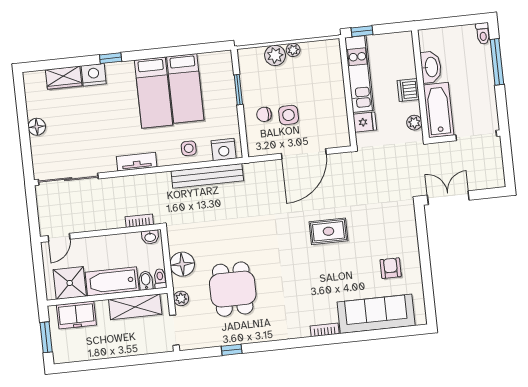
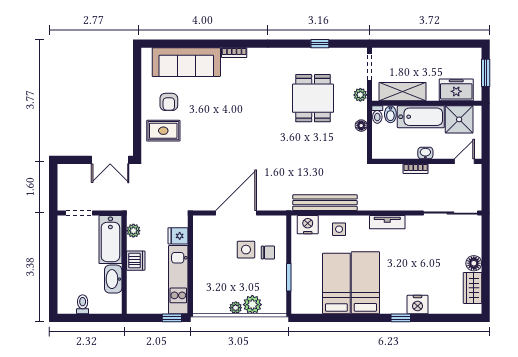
toilet: (483, 33) -> (83, 304), moved
window: (497, 62) -> (53, 277), removed
wardrobe: (64, 78) -> (473, 288), moved, turned -90
doorway: (476, 136) -> (79, 213), width x0.73
bookcase: (139, 221) -> (416, 169), moved
rug: (328, 231) -> (163, 131), moved
washbasin: (150, 237) -> (425, 153), moved
floor lamp: (182, 264) -> (361, 126), width x0.53, depth x0.53

